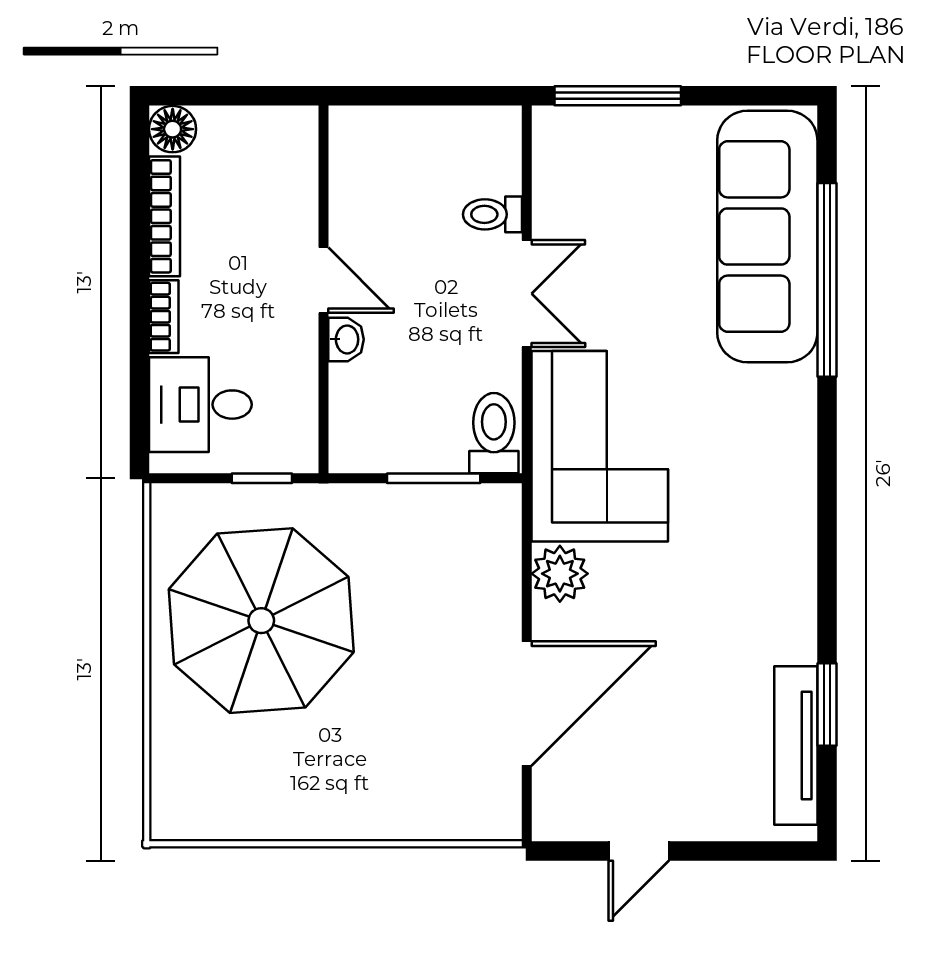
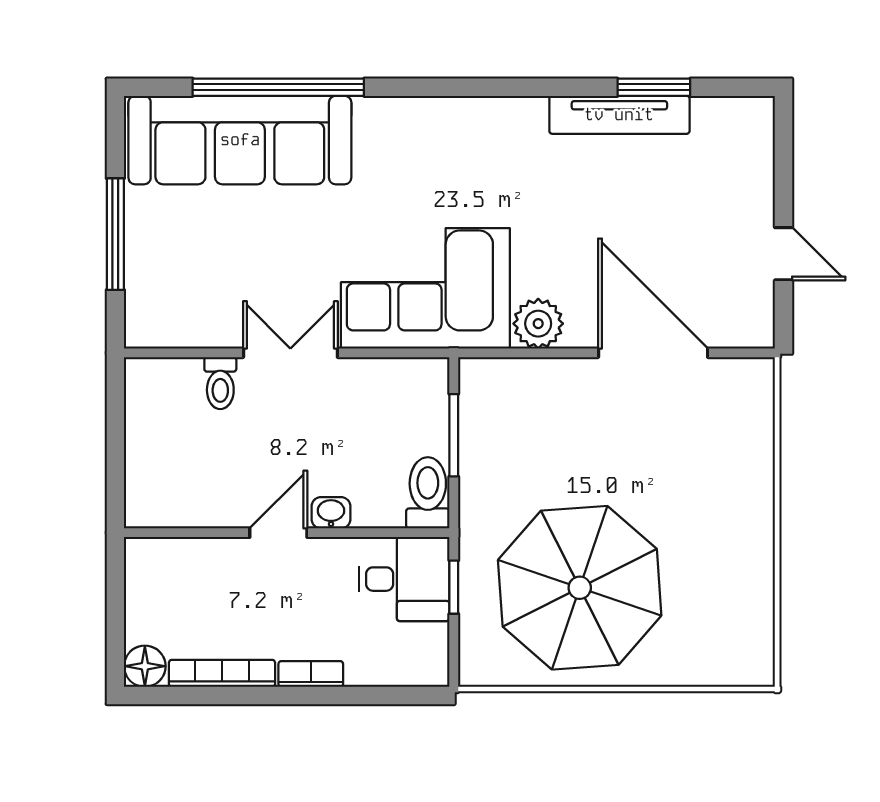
window: (618, 96) -> (115, 234), moved
desk: (200, 405) -> (404, 579), moved, turned -90
toilet: (494, 433) -> (428, 493), moved, turned 90
tv unit: (796, 746) -> (619, 115), moved

